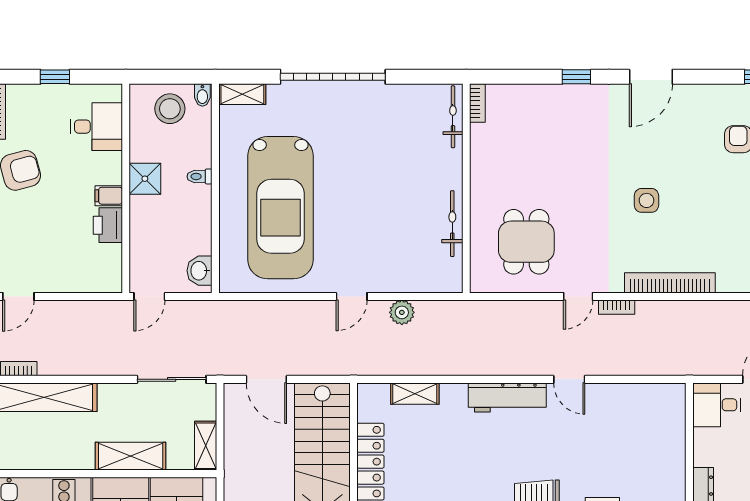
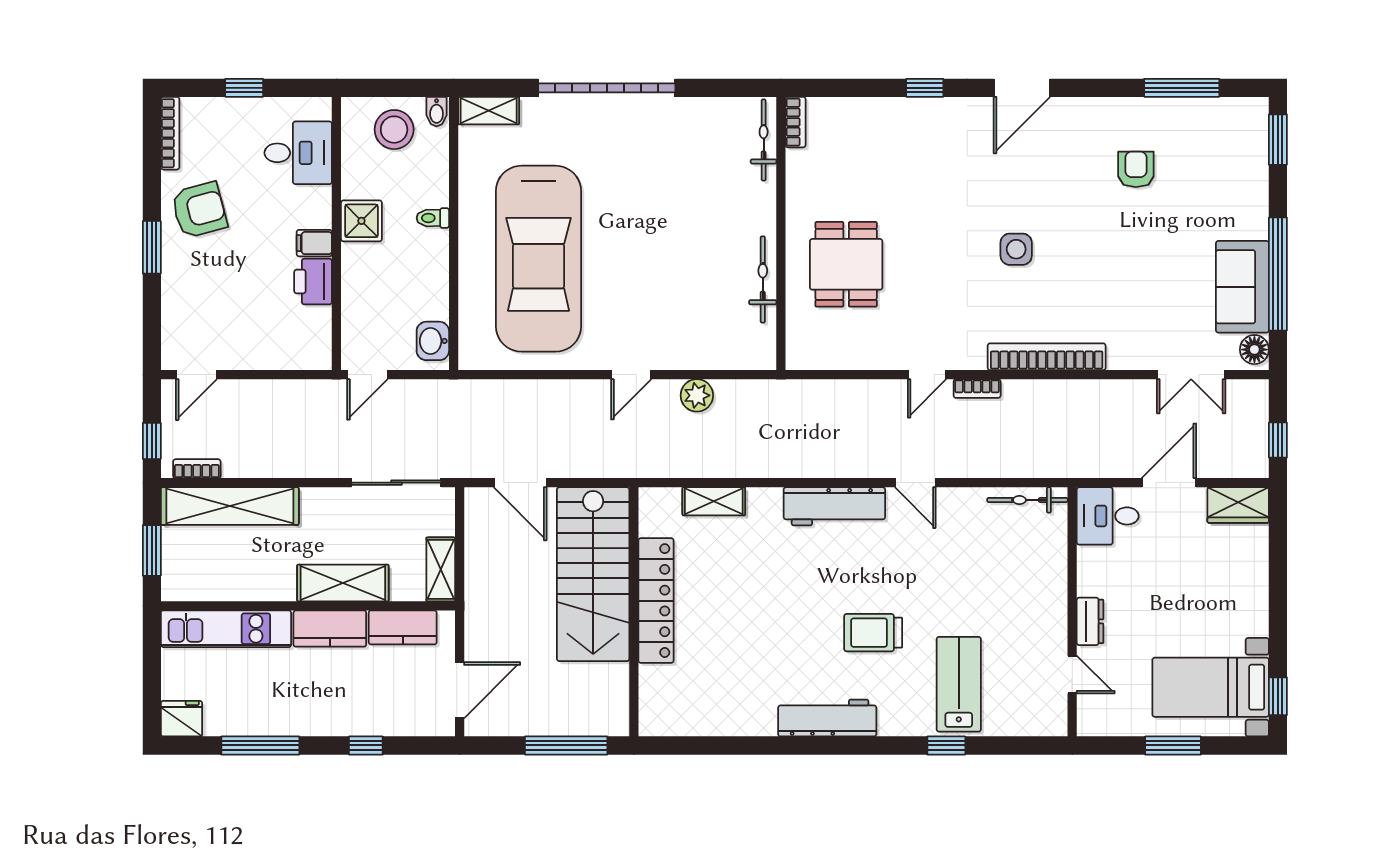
dining table: (526, 242) -> (846, 264), moved
bicycle: (655, 393) -> (1027, 500), added

